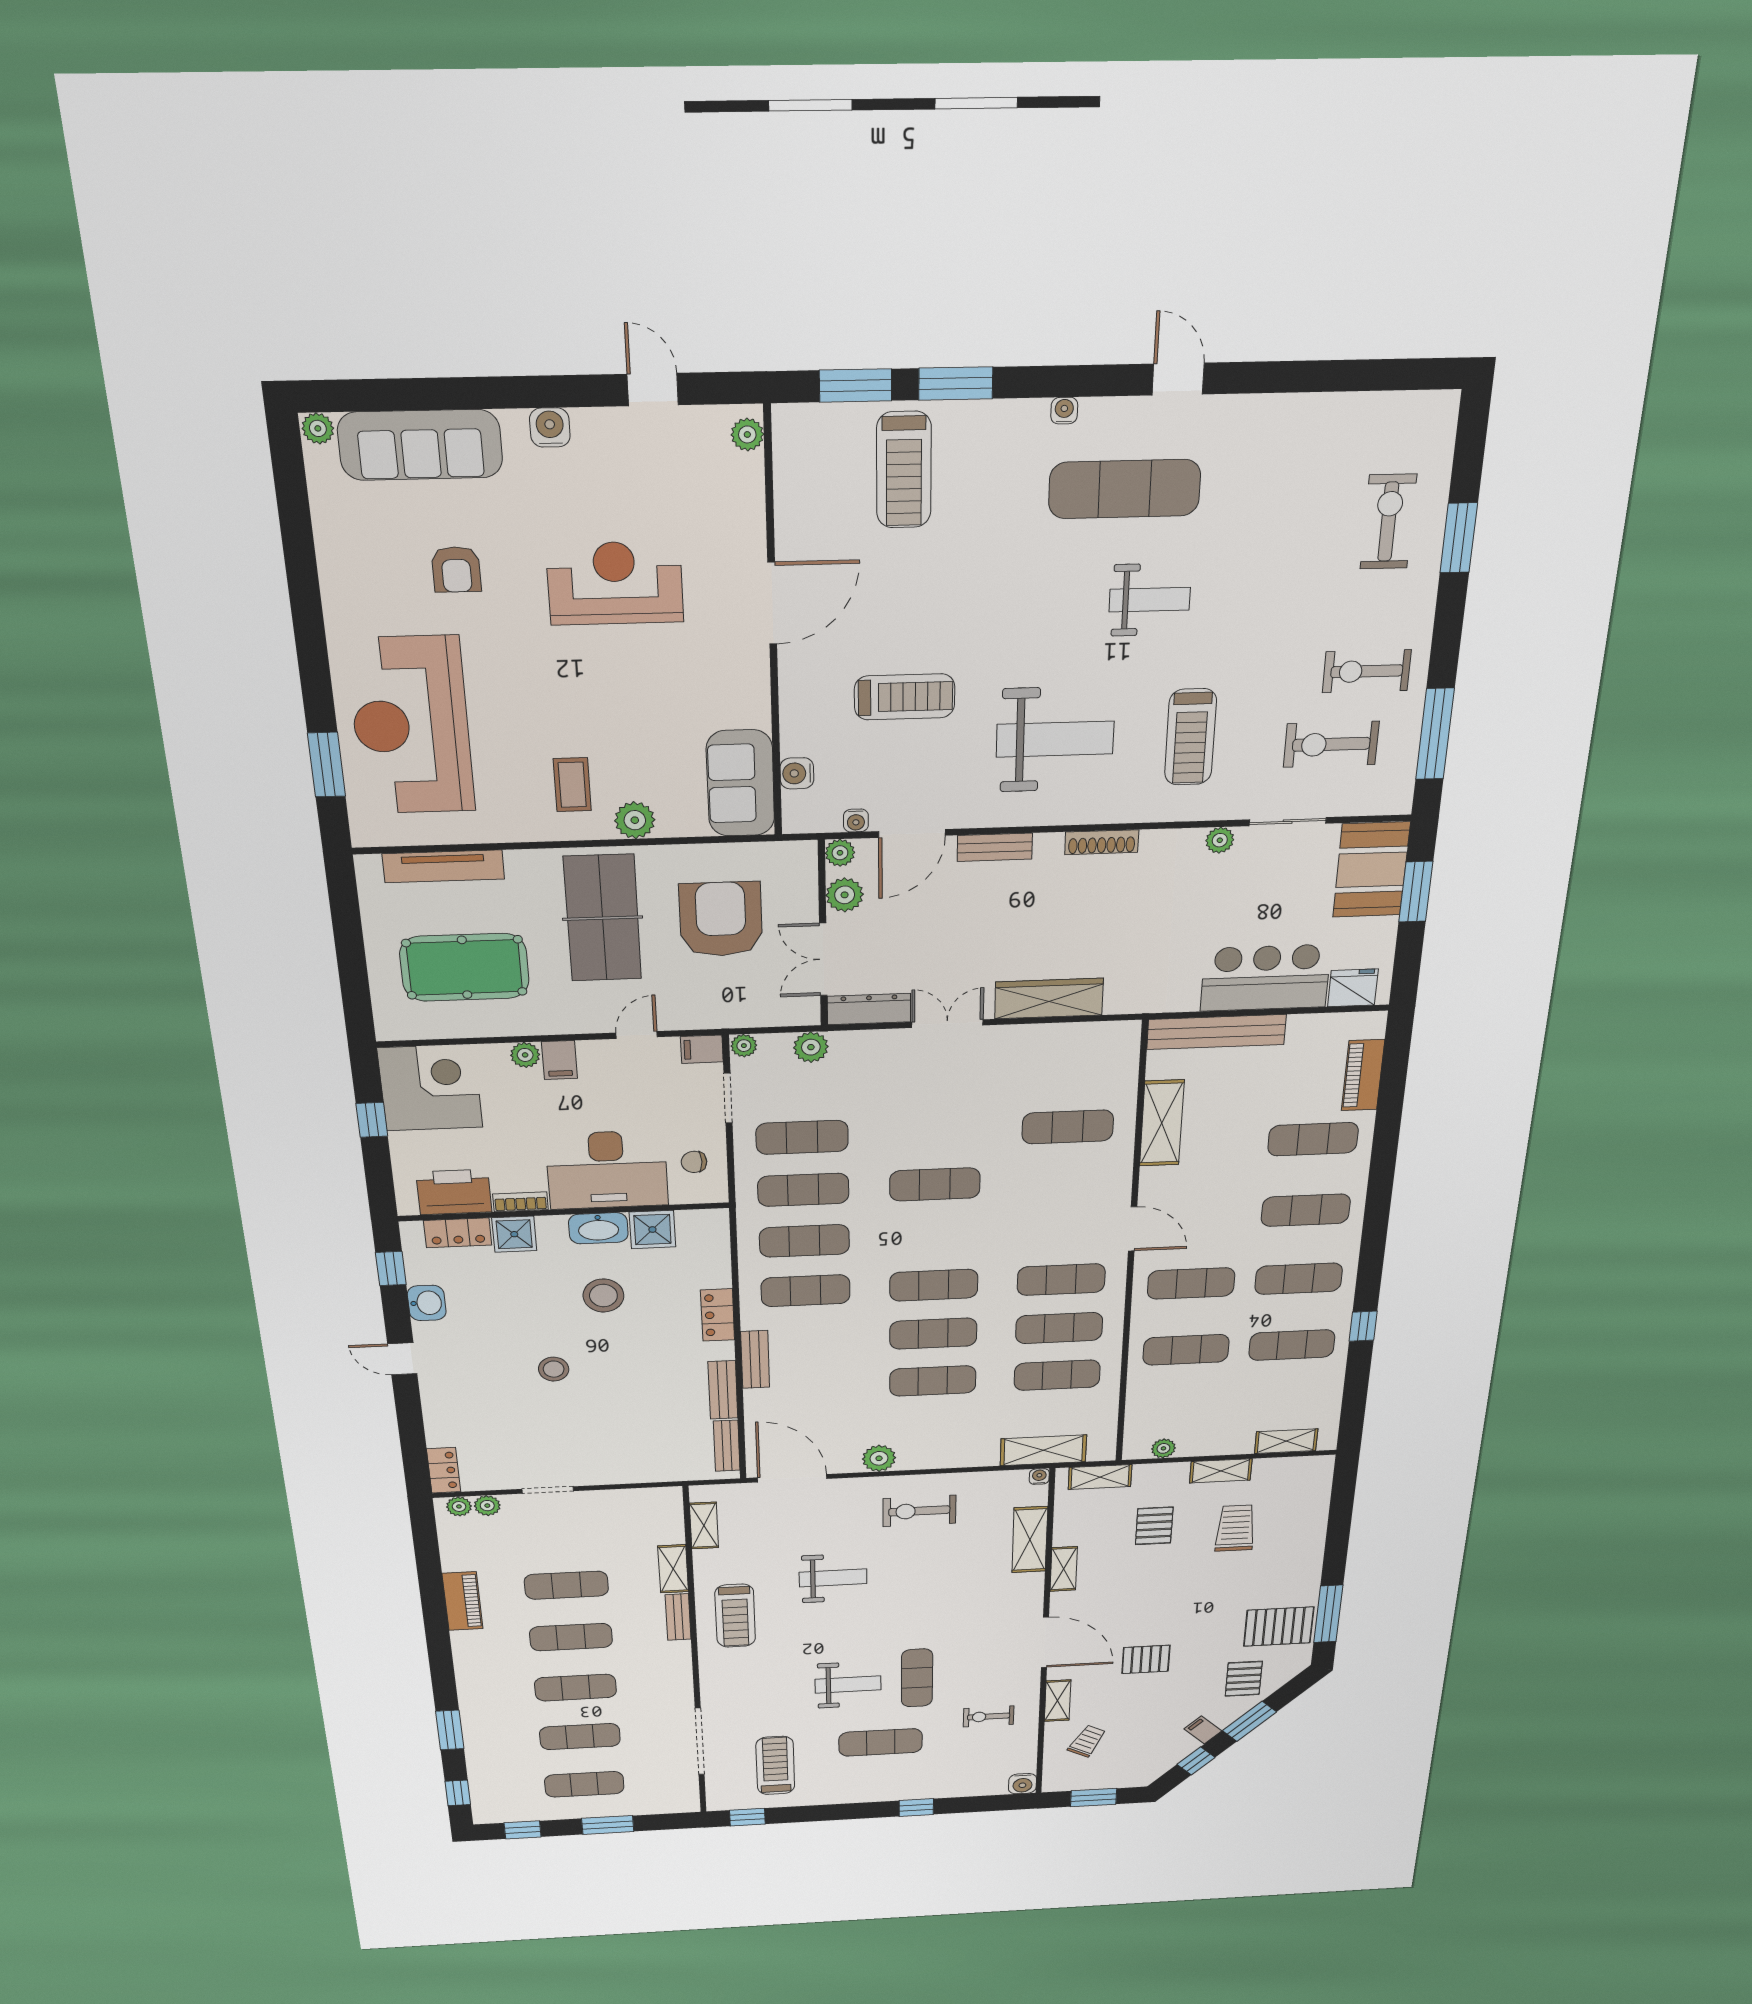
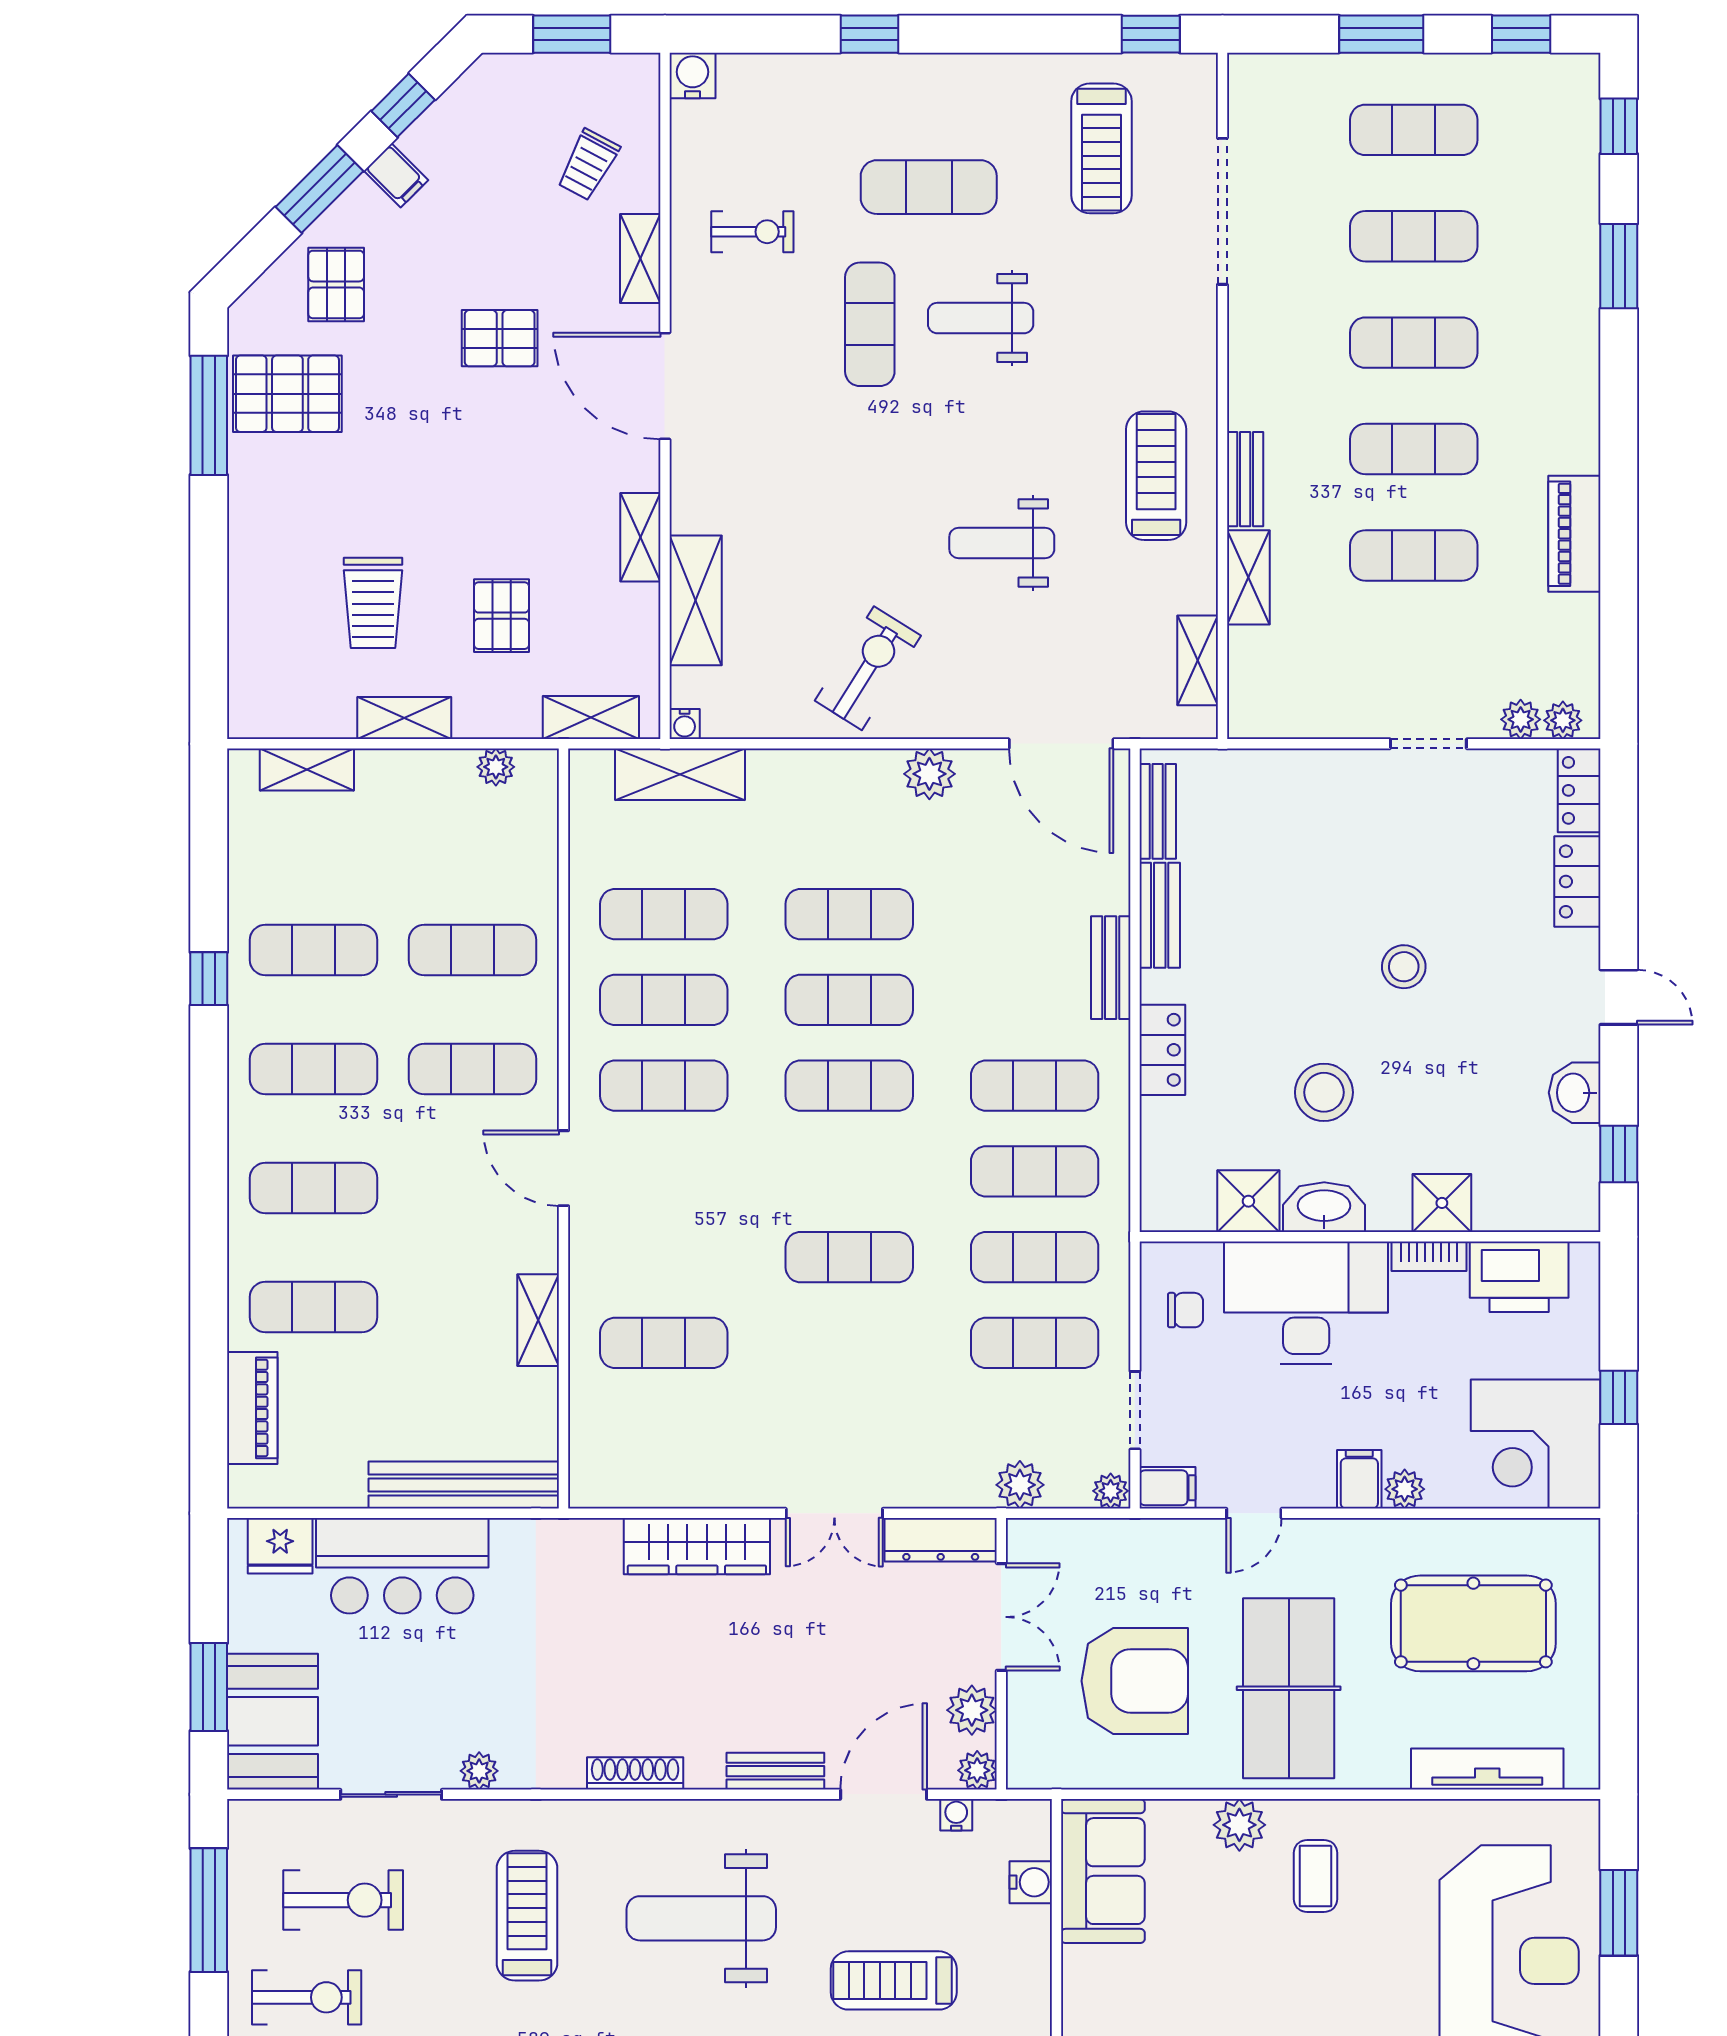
armchair: (721, 919) -> (1135, 1681), turned -90
shelving: (1162, 1123) -> (538, 1320), width x0.67, depth x0.75
locker: (458, 1233) -> (1577, 881), moved, turned -90
exercise bike: (919, 1511) -> (868, 668), turned -58

